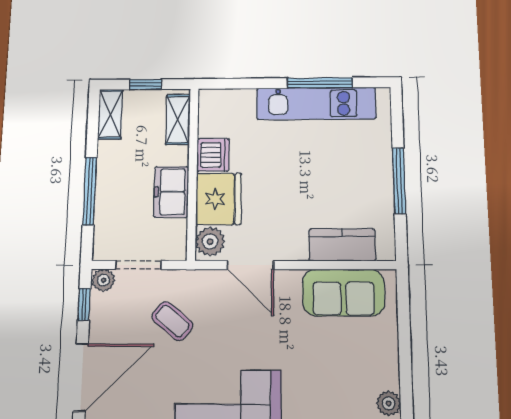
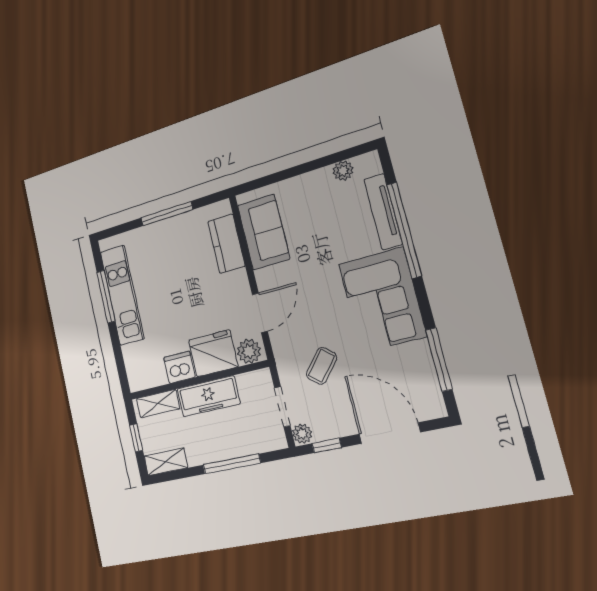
freezer: (171, 192) -> (208, 396), width x1.40

